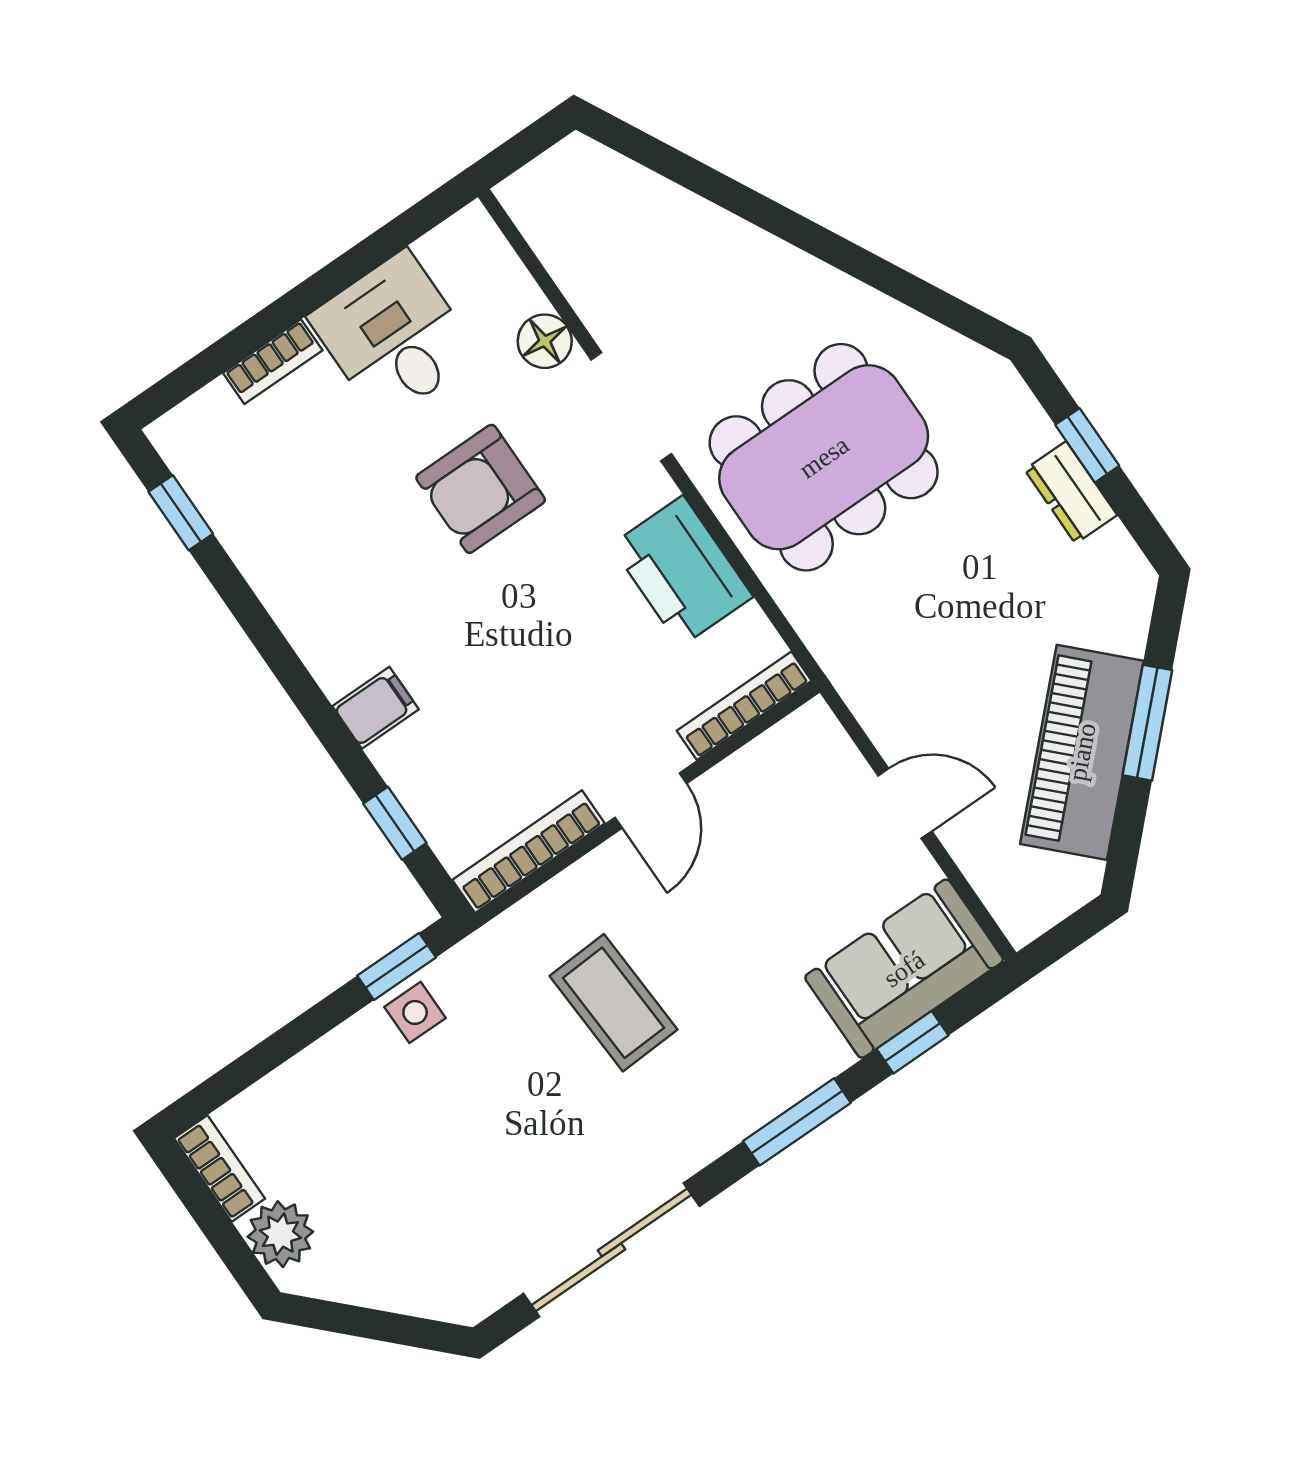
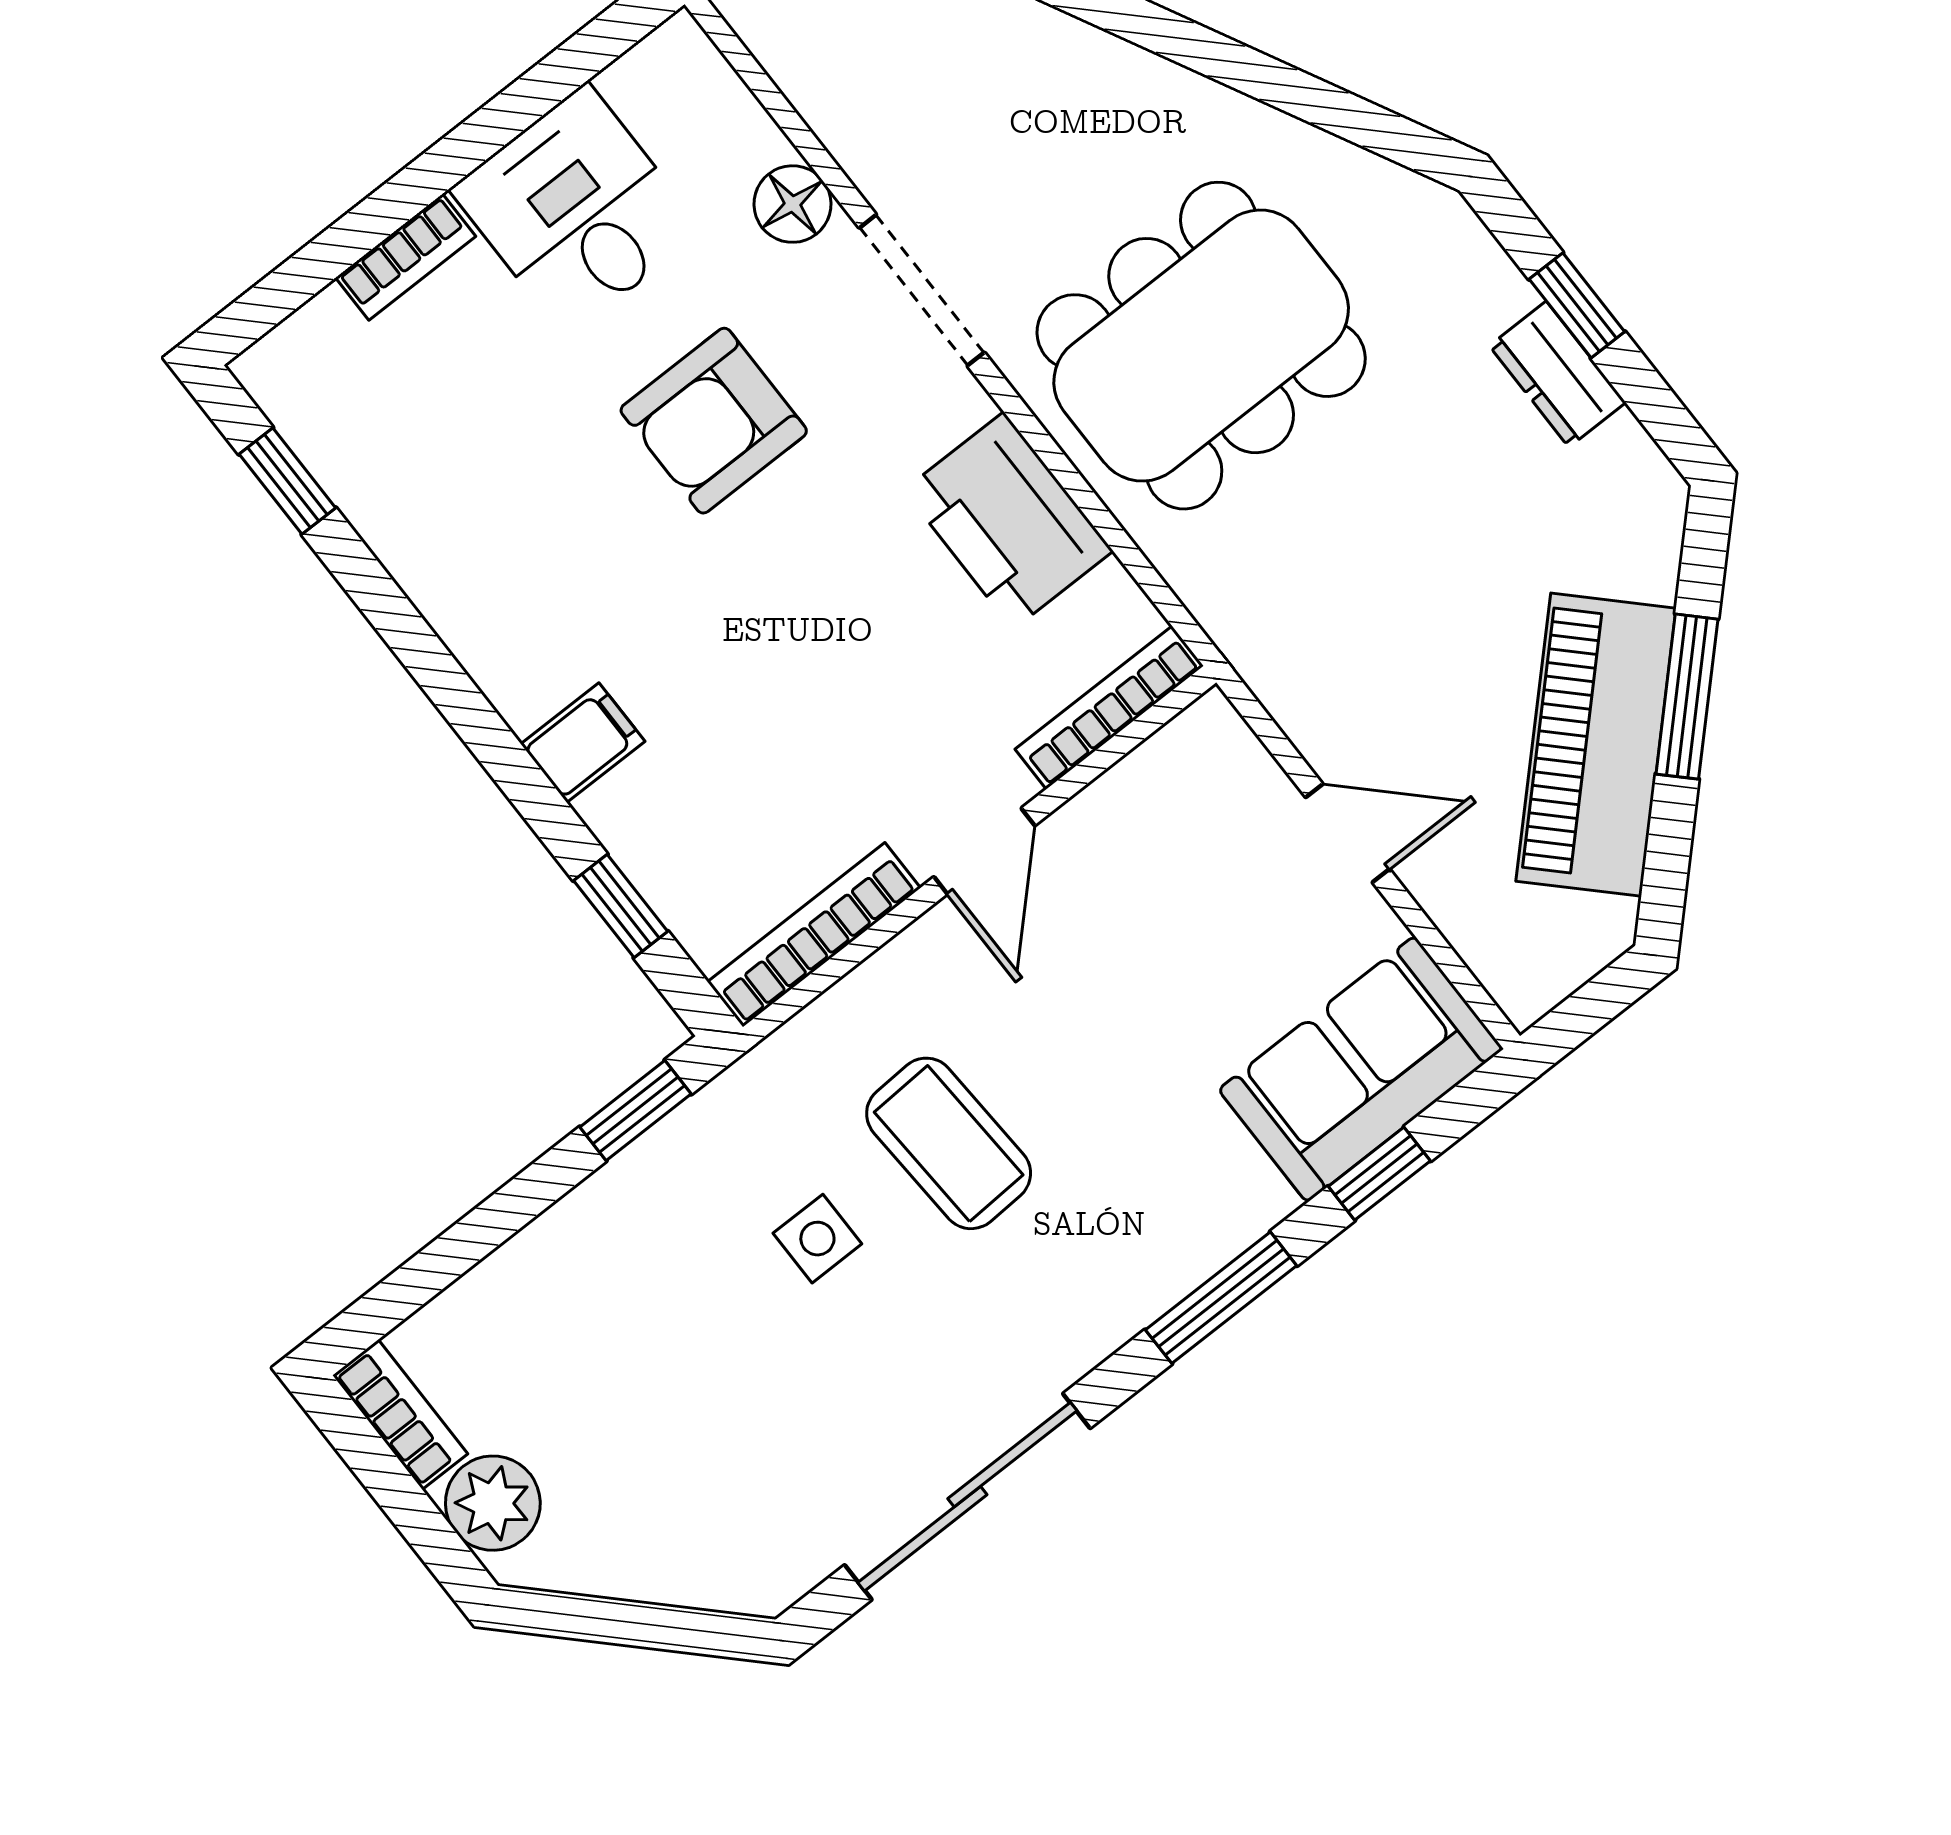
side table: (415, 1012) -> (817, 1239), moved

